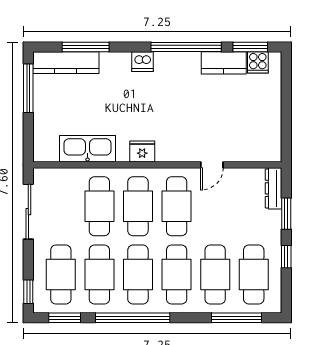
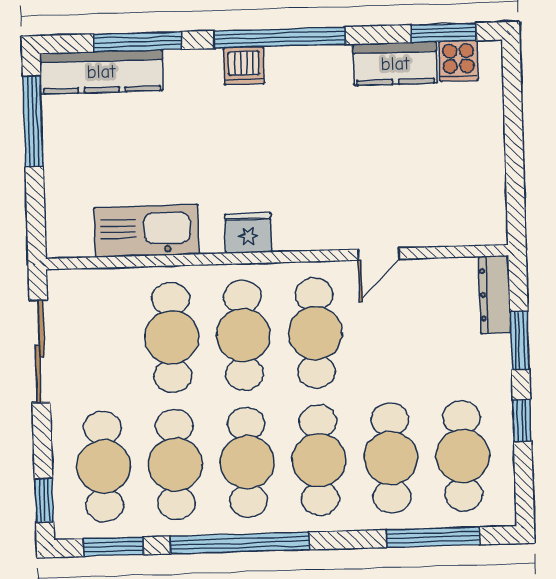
window: (186, 47) -> (280, 38), moved

